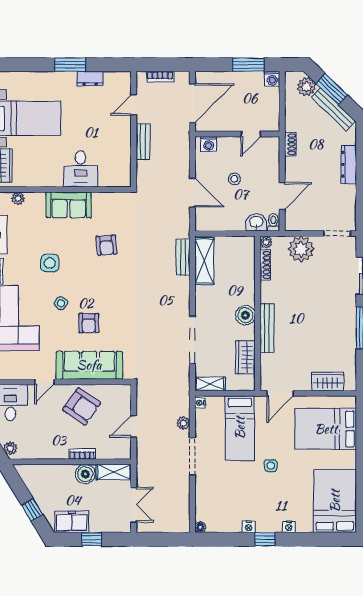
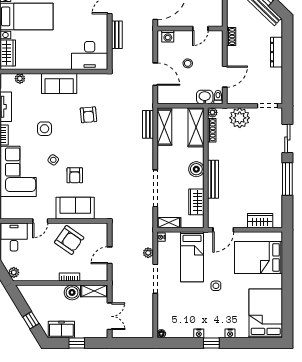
desk: (81, 169) -> (90, 55), moved, width x1.37
shelving: (245, 261) -> (196, 127), added
sofa: (89, 365) -> (75, 208), width x0.73

